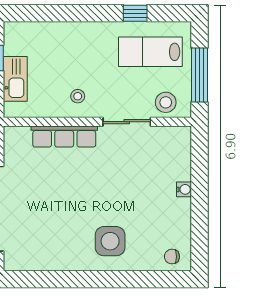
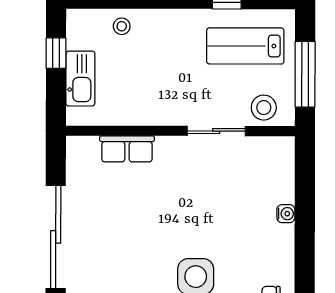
stool: (78, 96) -> (122, 26), moved
row of seats: (64, 136) -> (127, 149), width x0.68

